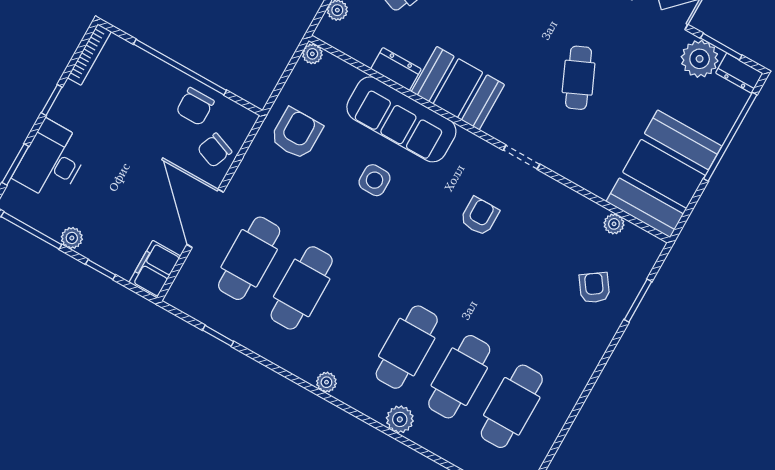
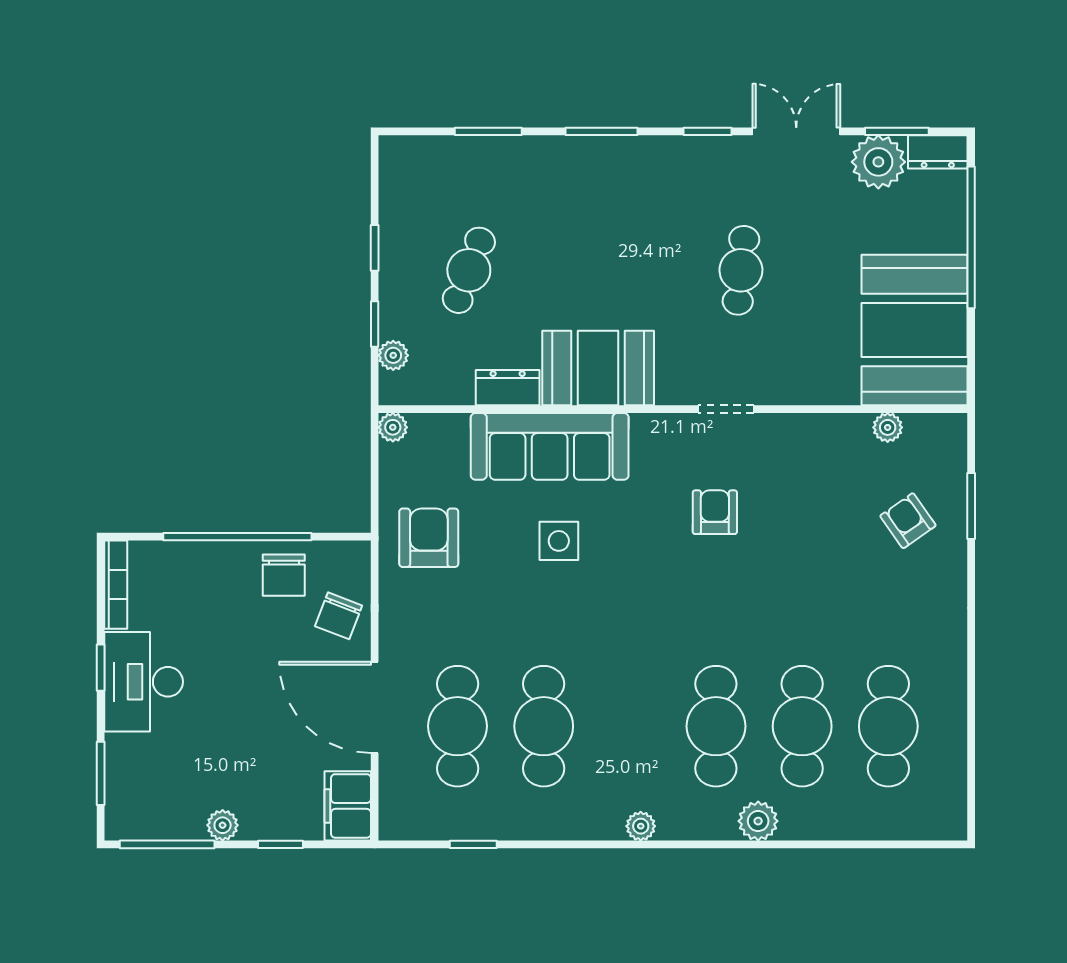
cafe table: (579, 78) -> (741, 270), turned 30
desk: (52, 161) -> (144, 682), moved

